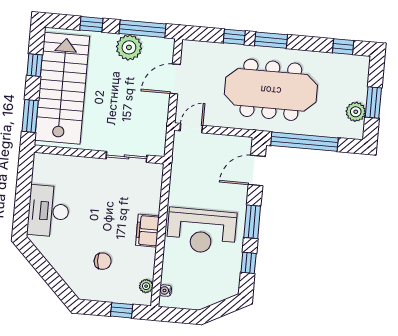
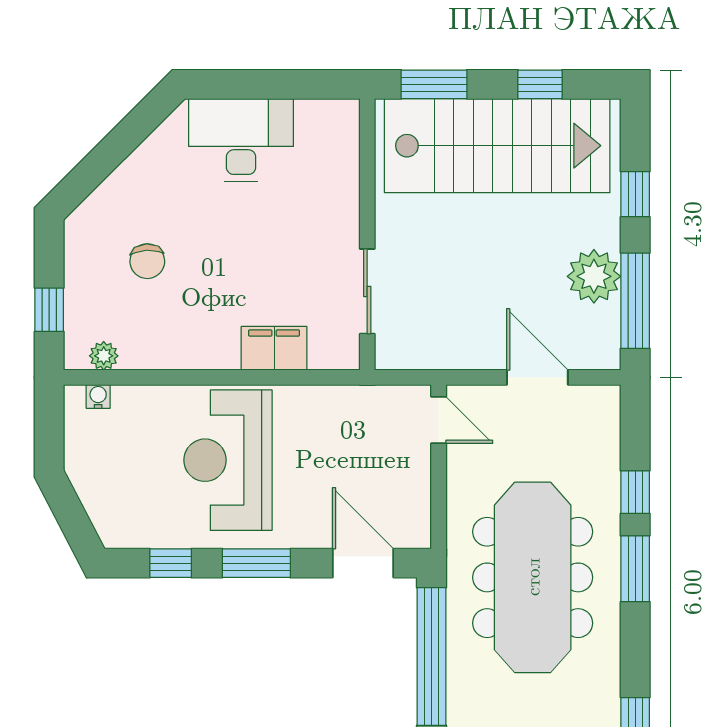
filing cabinet: (147, 231) -> (274, 348), moved

